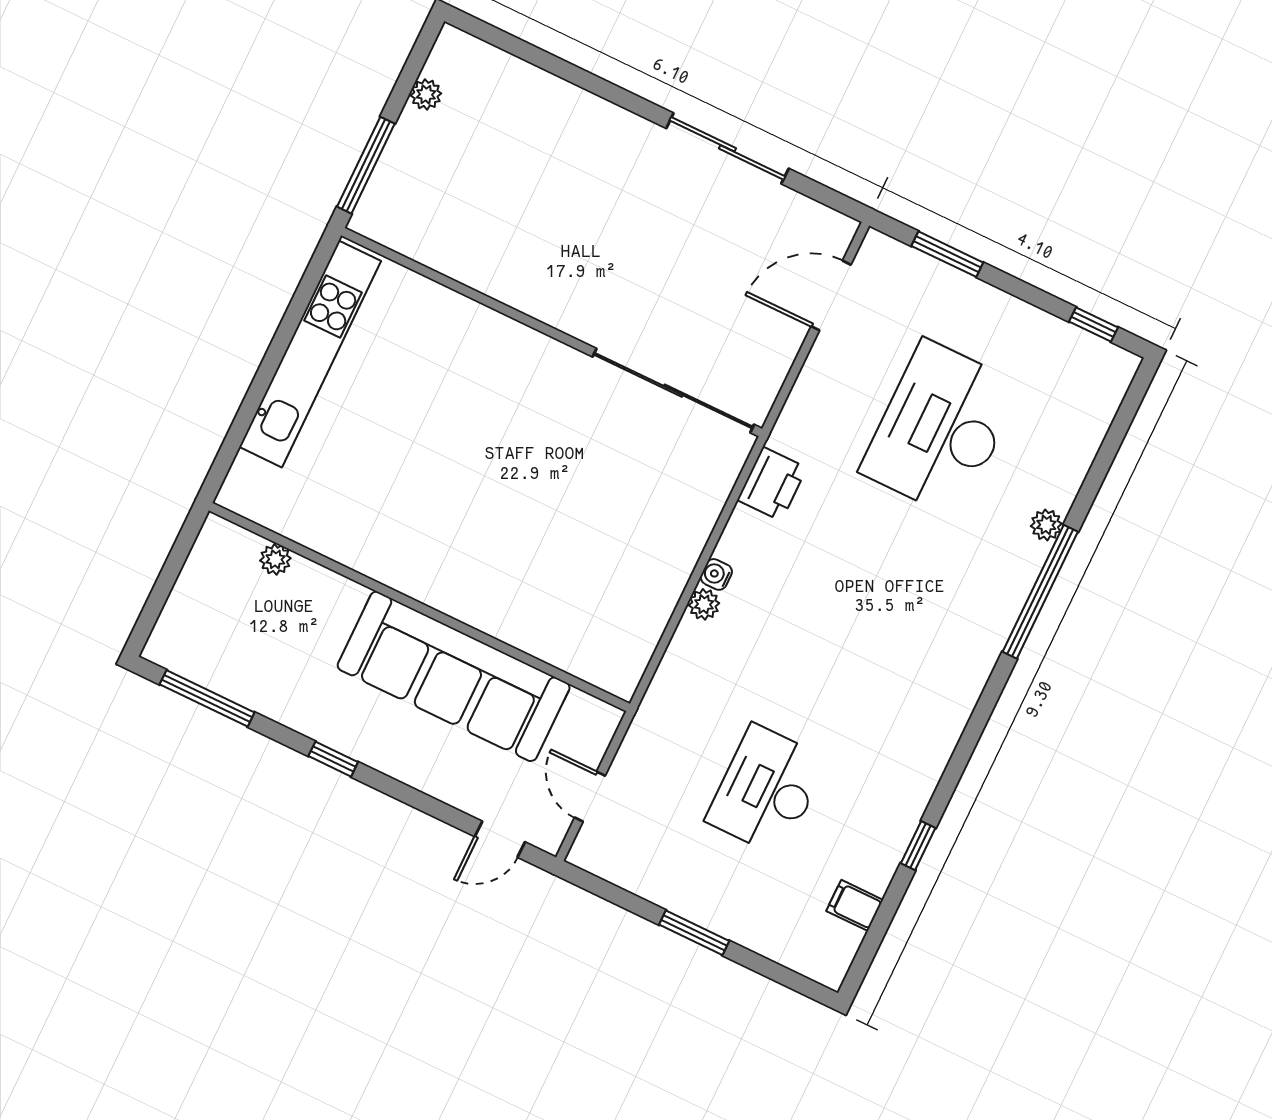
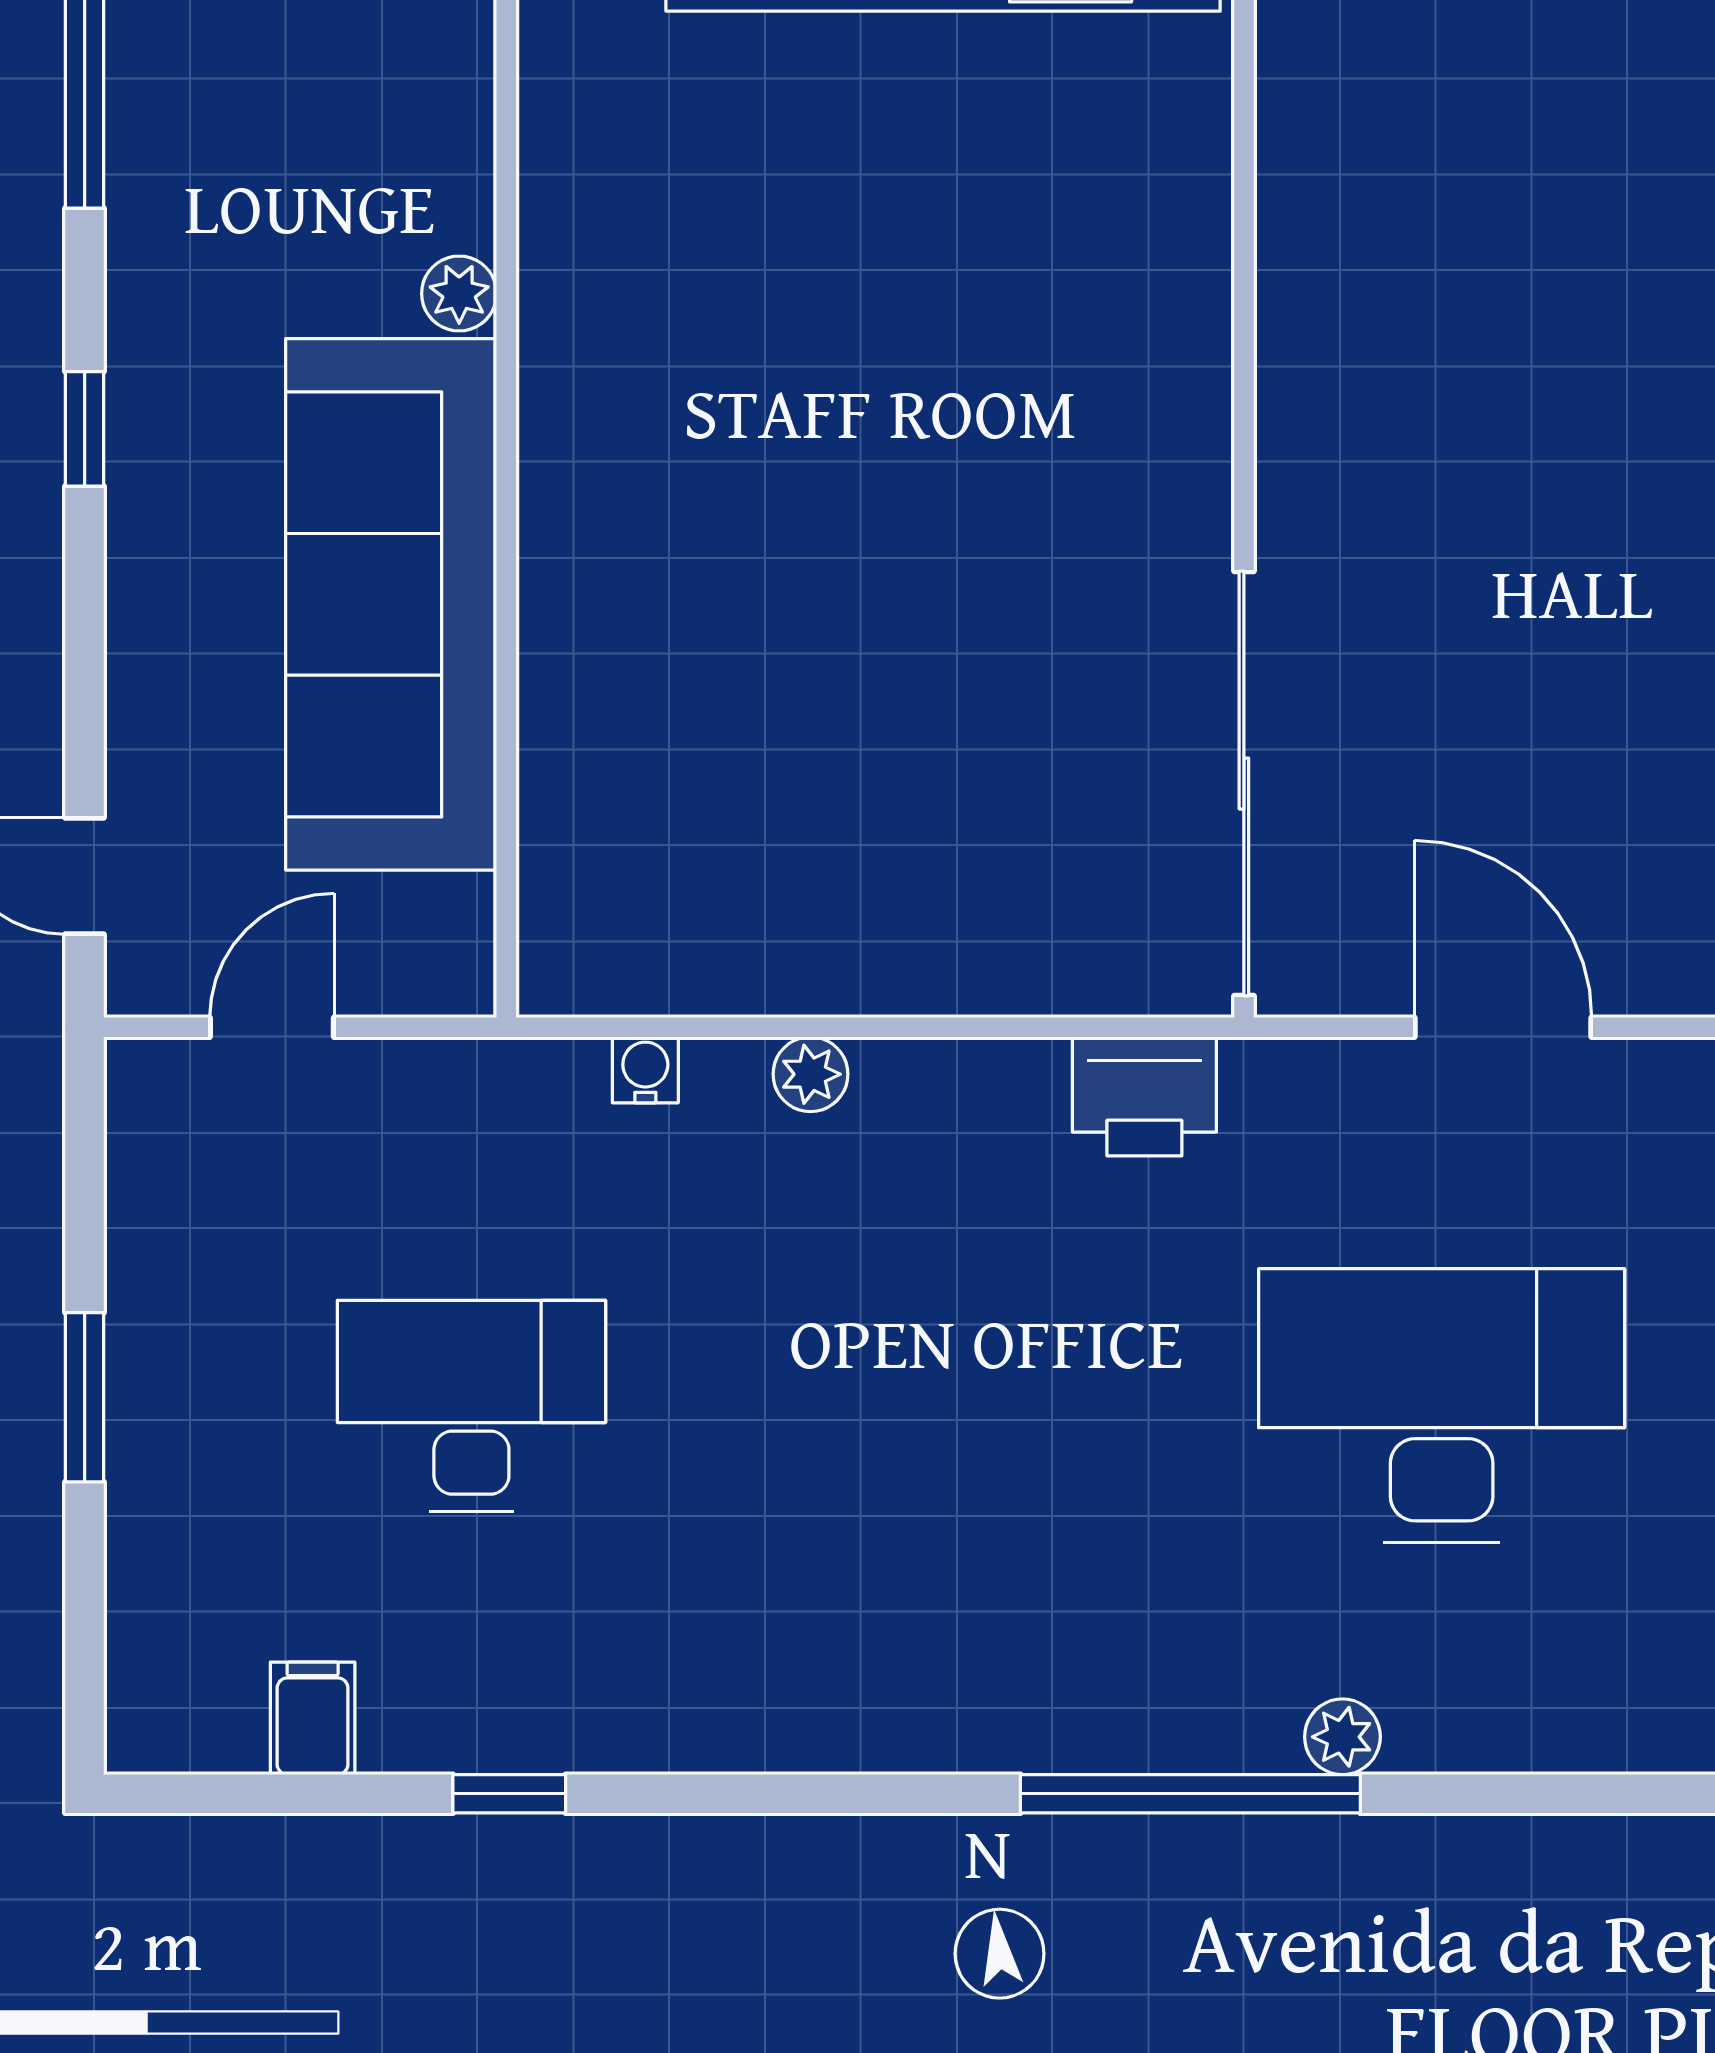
door: (831, 295) -> (1503, 1027), moved
plant: (275, 559) -> (459, 294), moved
water cooler: (716, 574) -> (645, 1070), moved

